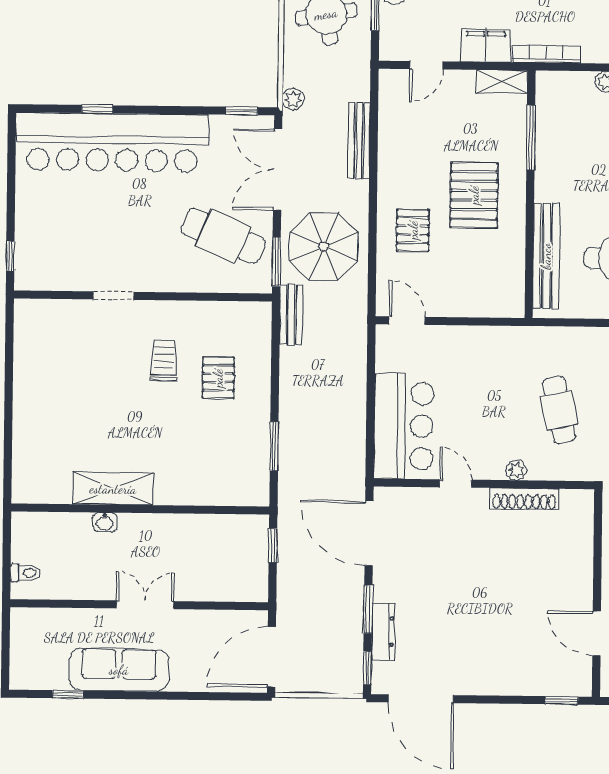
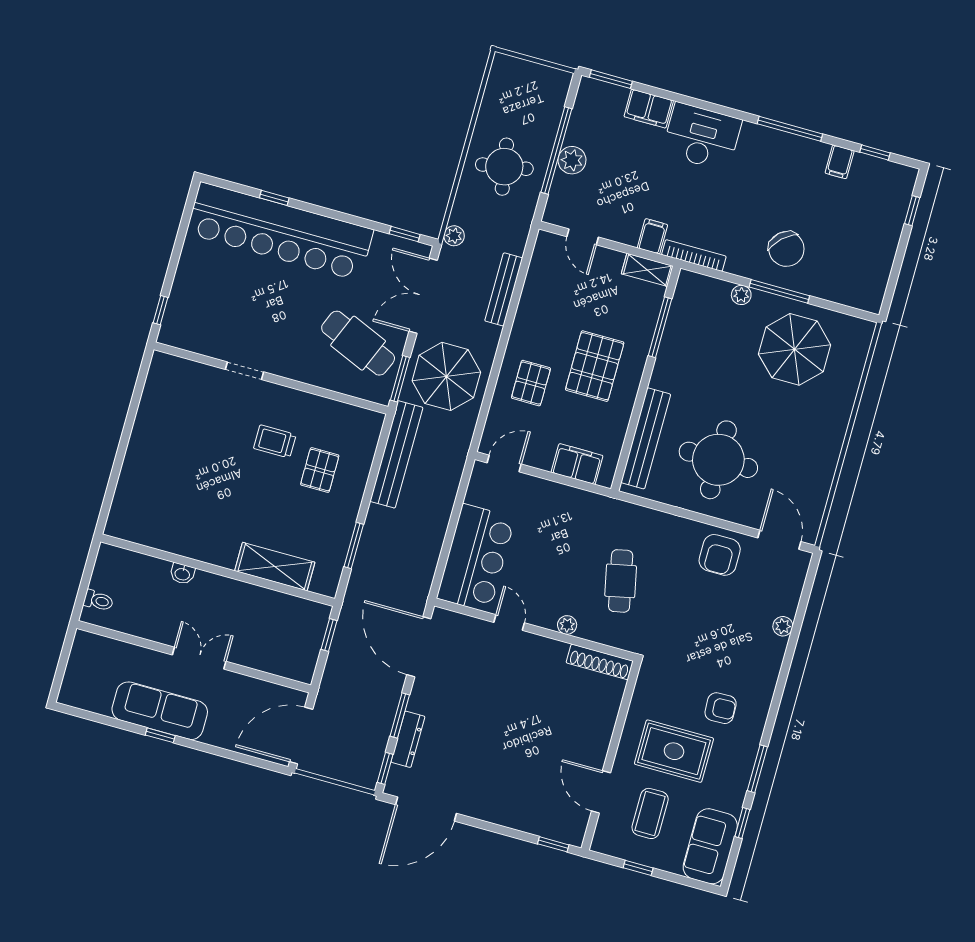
filing cabinet: (486, 45) -> (652, 236), width x0.50
door: (426, 65) -> (583, 237), hinge flipped
filing cabinet: (482, 301) -> (577, 464), added
bench: (291, 315) -> (396, 454), width x1.86, depth x1.21
door: (407, 321) -> (504, 463), hinge flipped
trolley: (164, 361) -> (275, 442), turned -92
shelving: (113, 489) -> (275, 567), moved
shoe rack: (524, 499) -> (600, 662), moved
window: (68, 694) -> (160, 735), moved
door: (421, 699) -> (426, 809), hinge flipped

